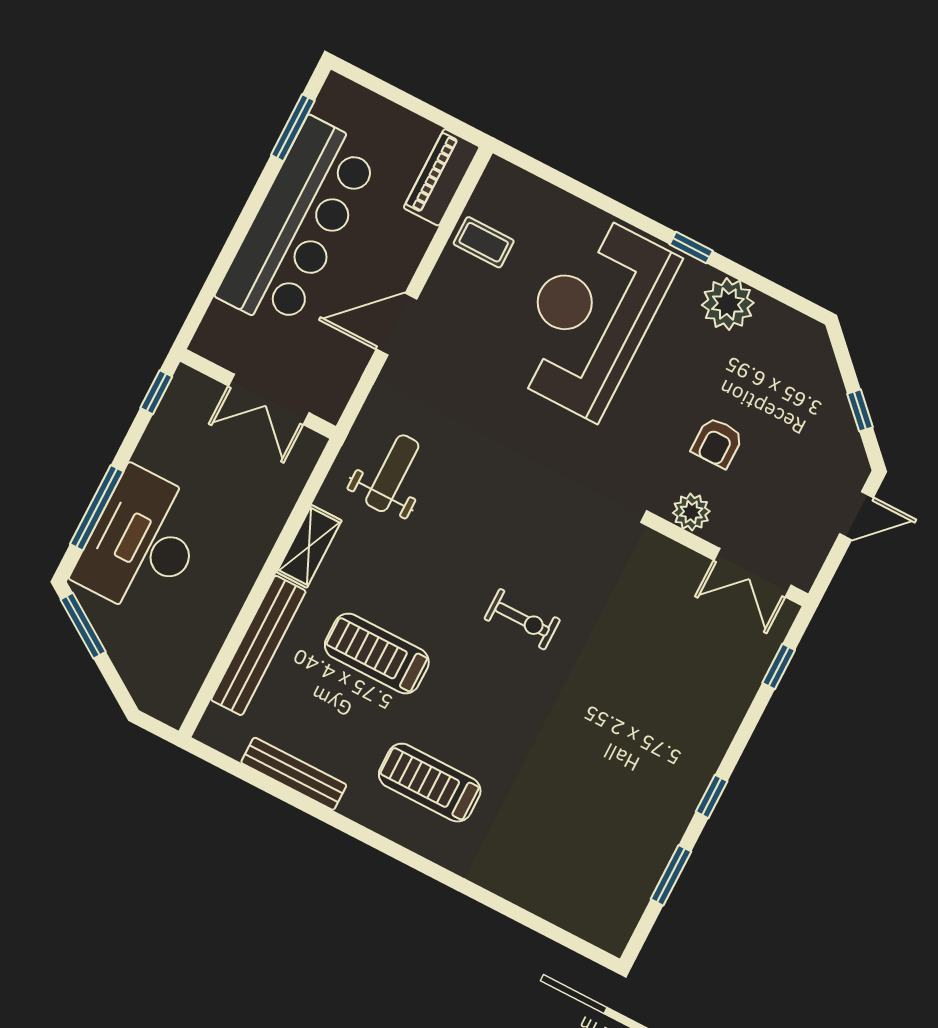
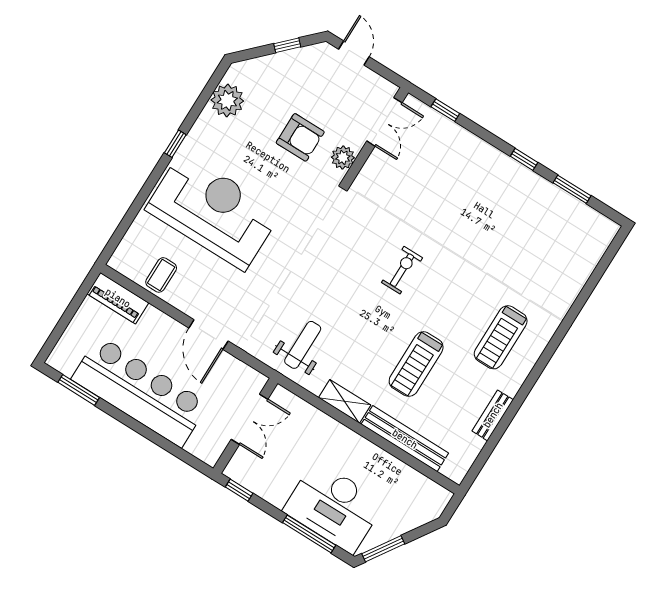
plant: (728, 304) -> (227, 100), moved
reception desk: (591, 316) -> (213, 211), turned 180
armchair: (717, 443) -> (300, 137), width x1.38, depth x1.38
weight bench: (392, 473) -> (303, 345), turned 90
bench: (294, 774) -> (493, 415), width x0.73

